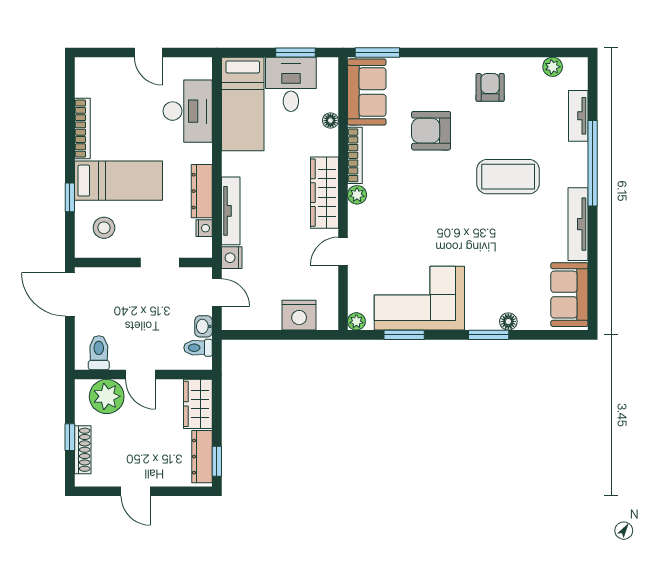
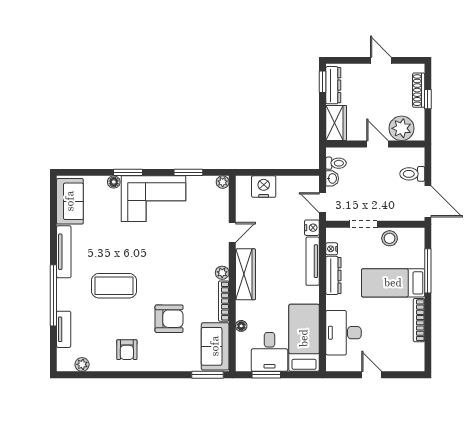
window: (70, 197) -> (428, 271), width x2.17
stool: (104, 228) -> (390, 238), moved
corner sofa: (419, 298) -> (154, 199), moved
toilet: (99, 353) -> (412, 174), moved, turned 90

